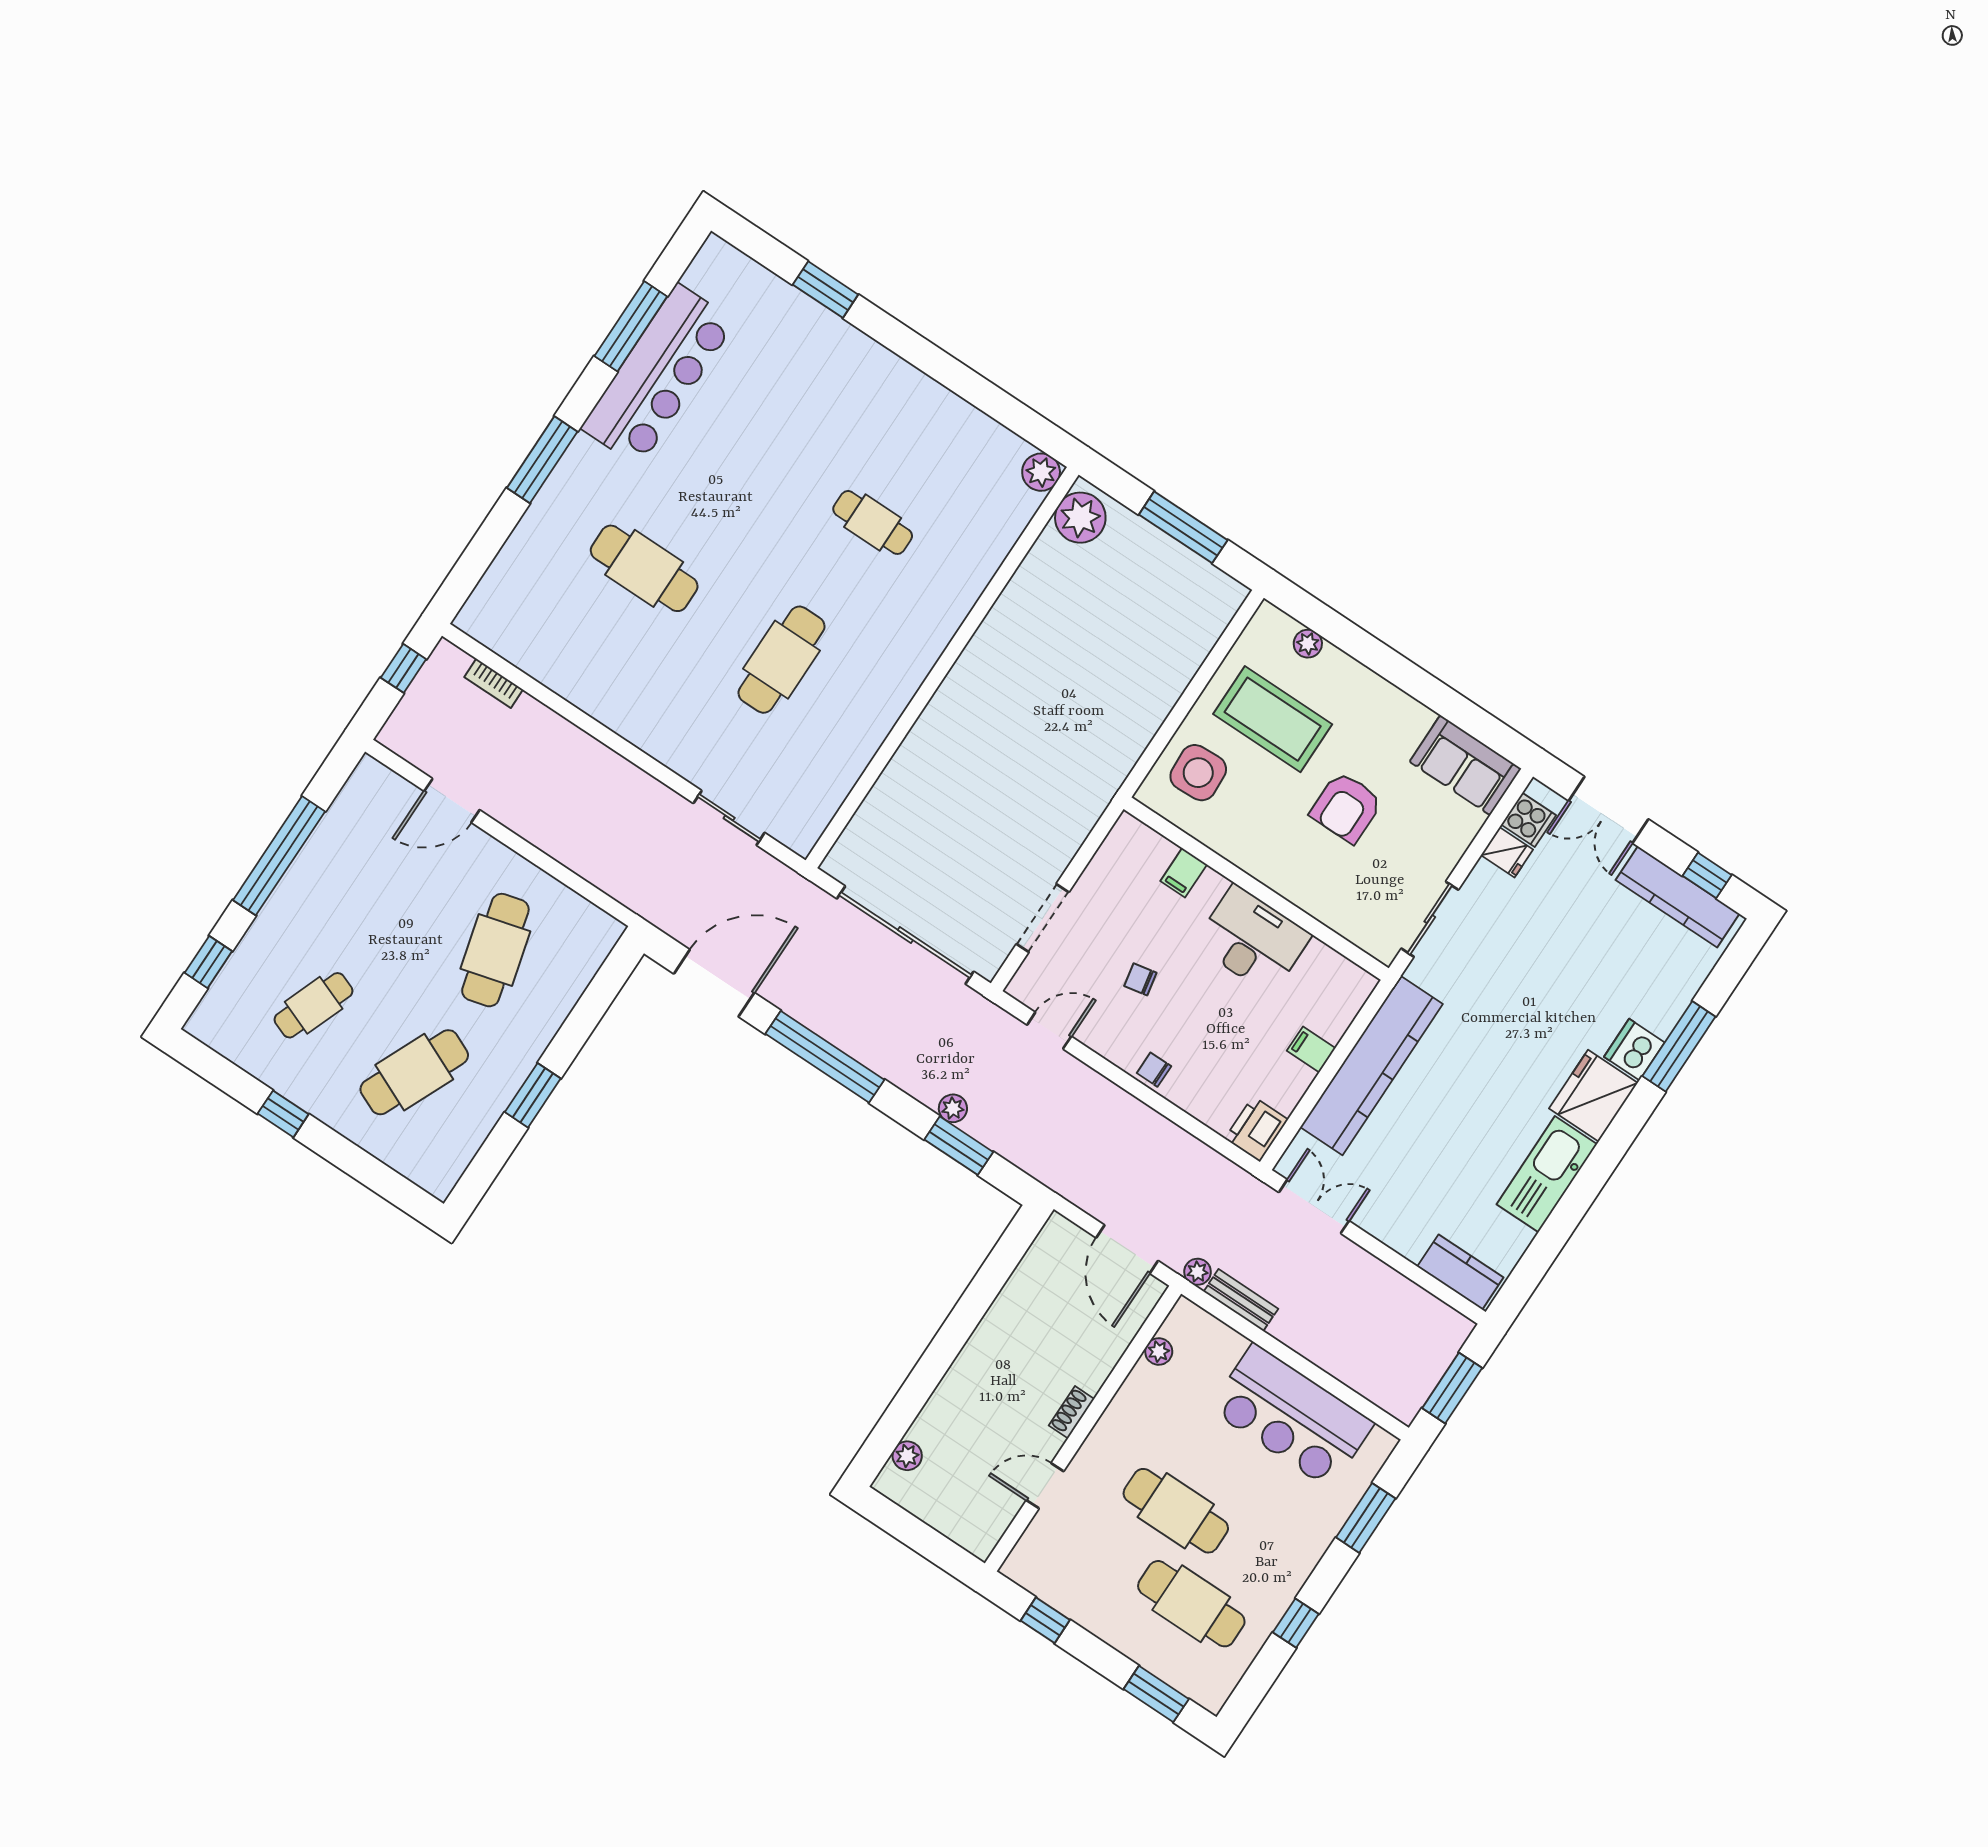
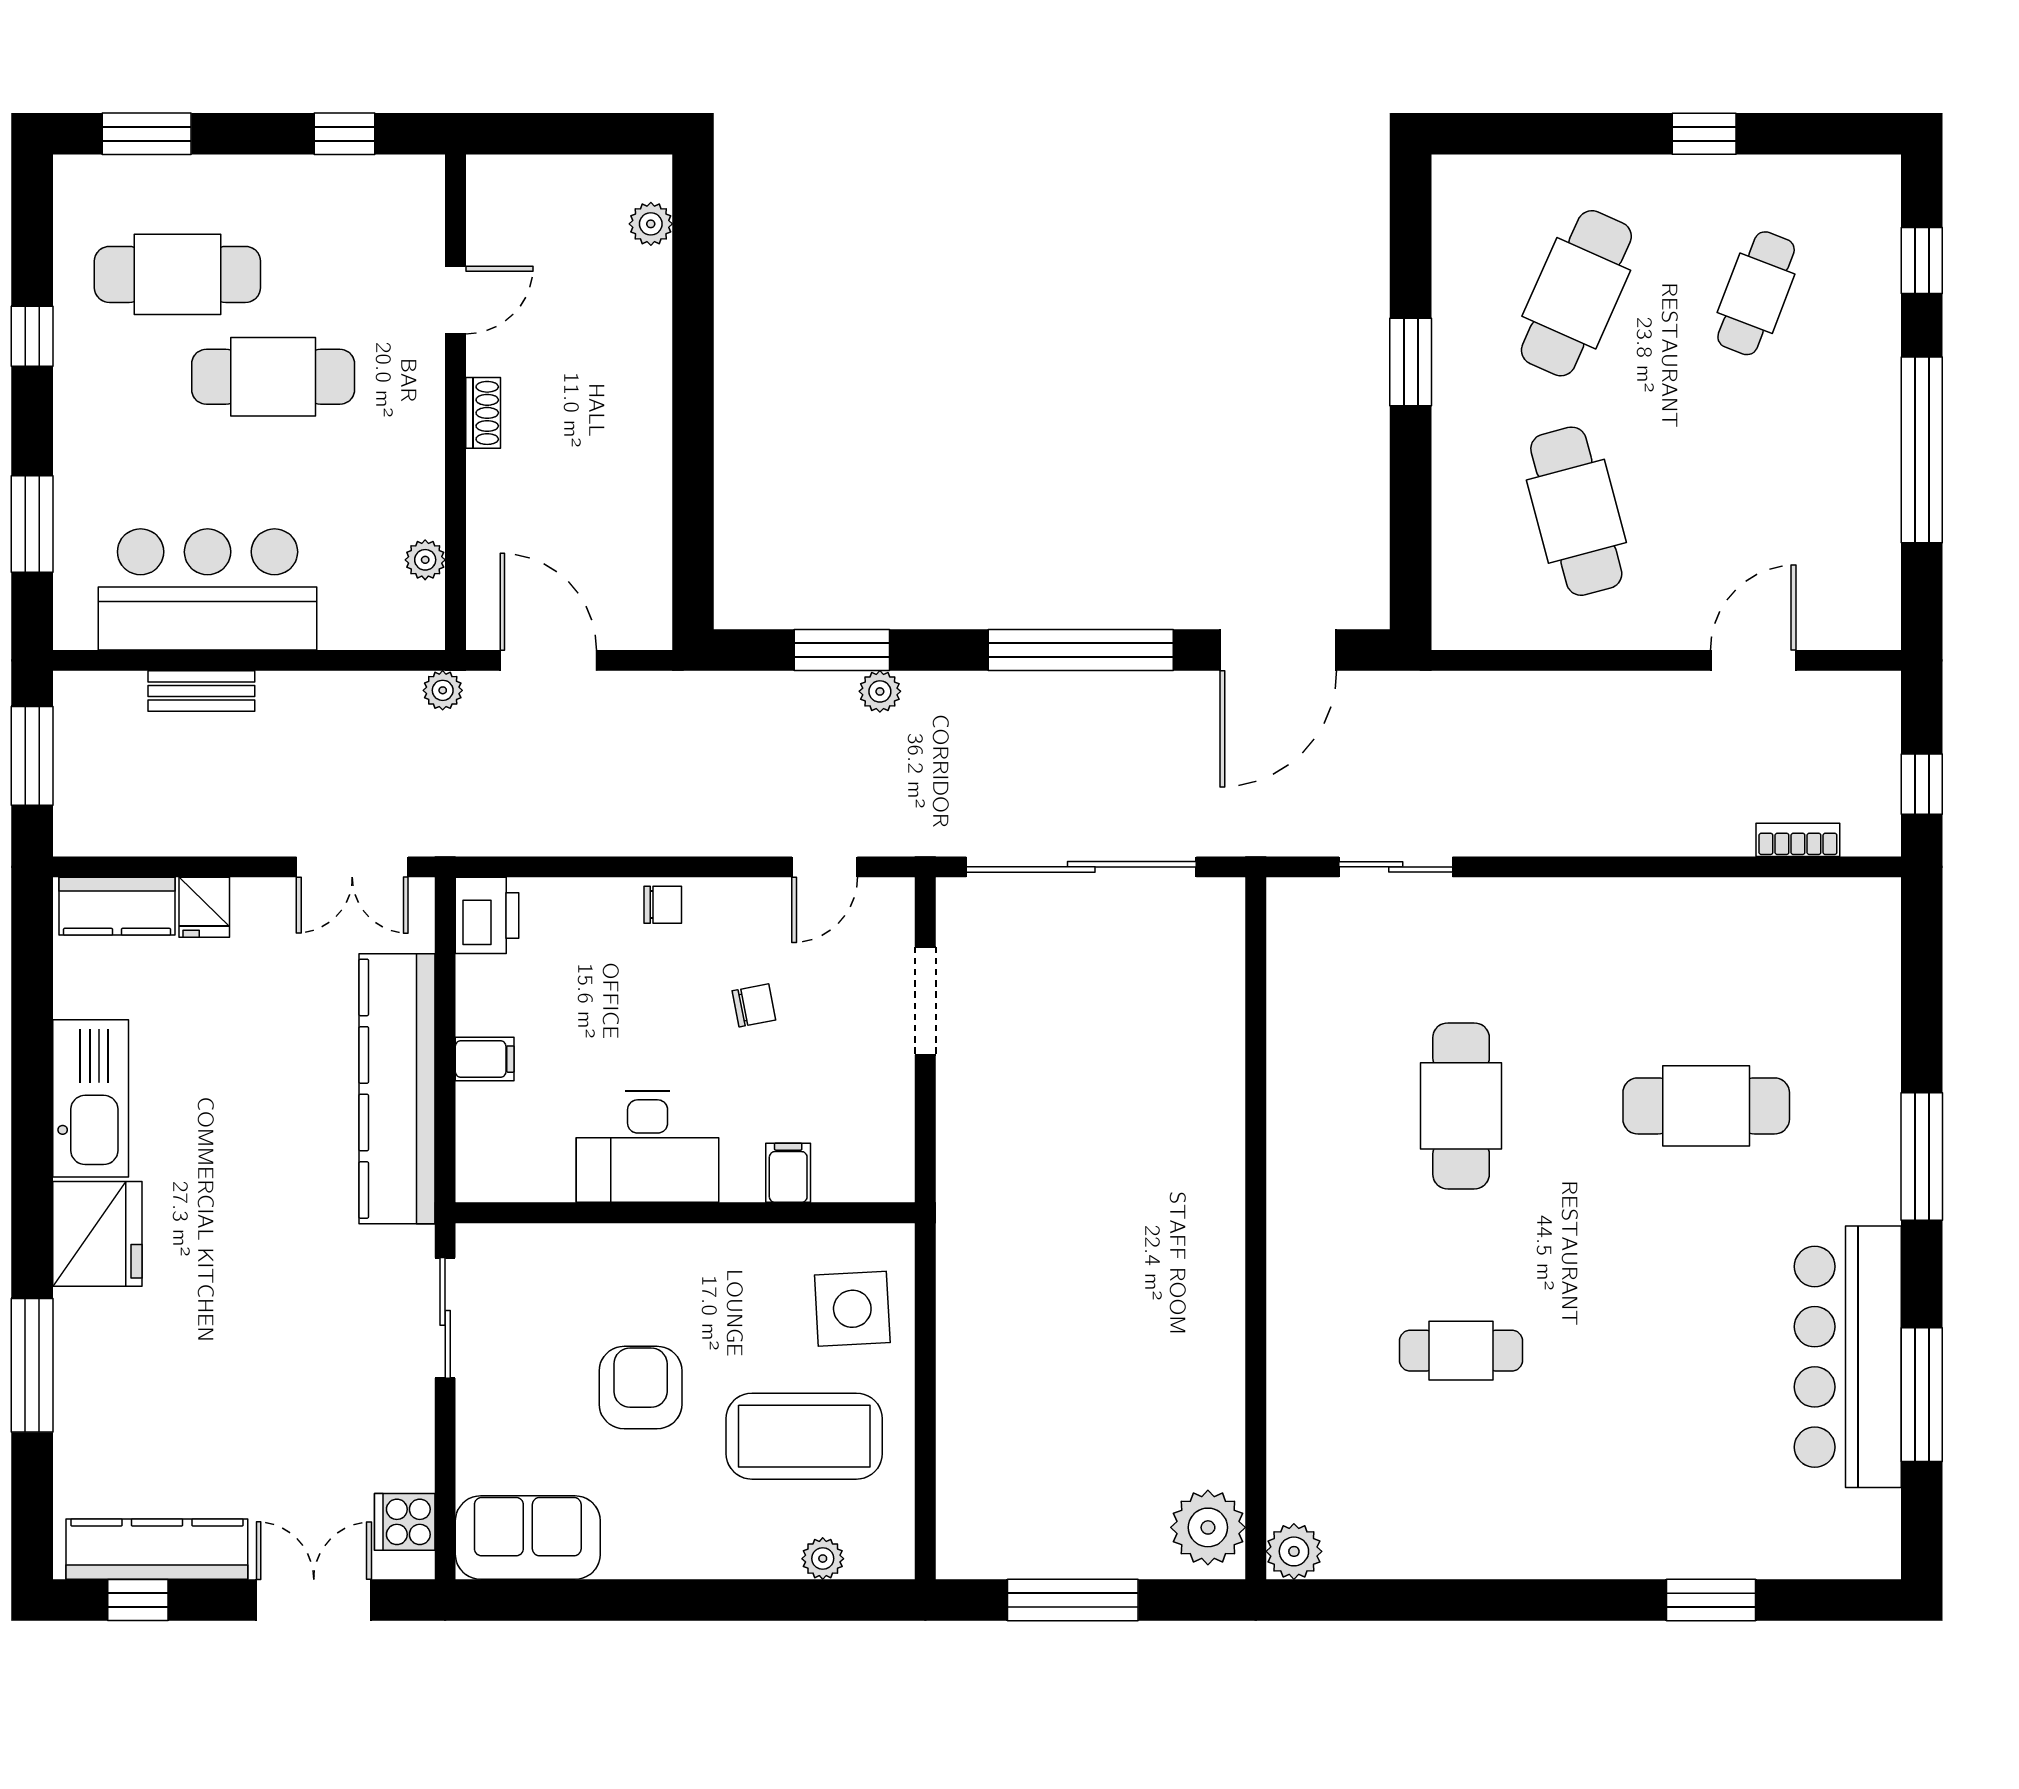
fridge: (1507, 852) -> (204, 907), moved, turned -90
dishwasher: (1634, 1050) -> (85, 1325), removed
bench: (1241, 1300) -> (201, 691), moved

